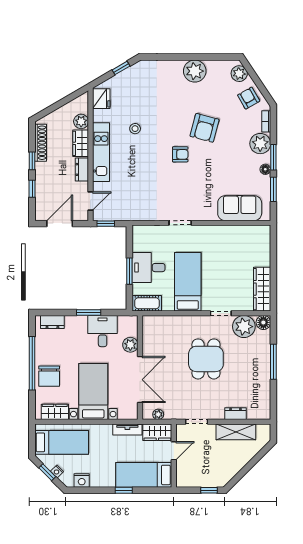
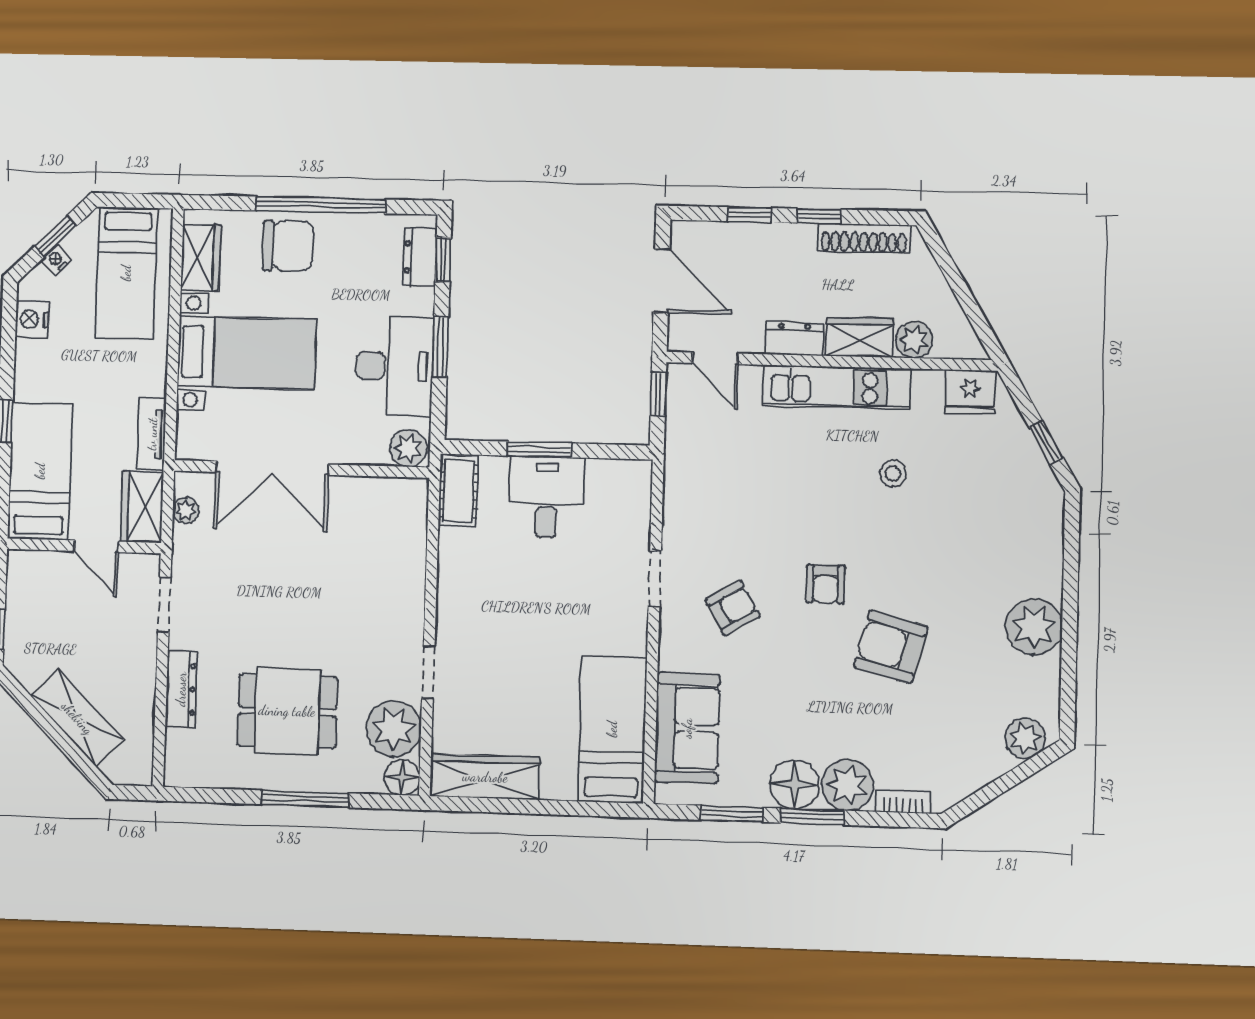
armchair: (249, 98) -> (733, 608), moved
floor lamp: (265, 169) -> (794, 784), width x1.89, depth x1.89
bed: (188, 282) -> (612, 729), moved, turned -90
window: (53, 312) -> (443, 259), added
desk: (103, 331) -> (394, 366), width x1.37
plant: (130, 345) -> (408, 448), moved
dining table: (206, 359) -> (287, 711), moved
chair: (49, 376) -> (288, 246), turned 180
dresser: (235, 414) -> (181, 689), width x1.44
shelving: (236, 432) -> (77, 718), moved, turned -45

